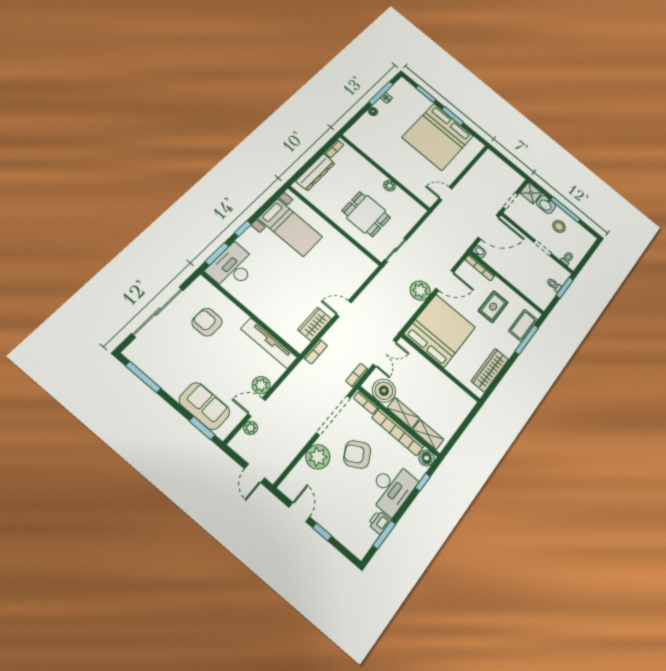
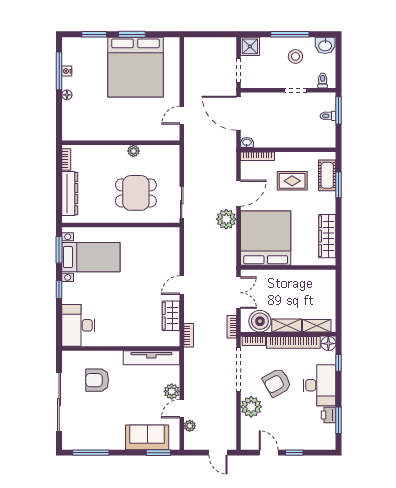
washbasin: (546, 204) -> (325, 45), moved
door: (489, 227) -> (238, 113), swing flipped
window: (217, 254) -> (59, 250), moved
rug: (493, 307) -> (292, 181), turned 90
window: (527, 340) -> (338, 185), width x0.69

